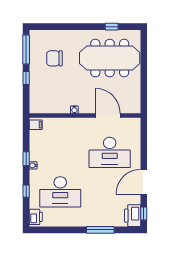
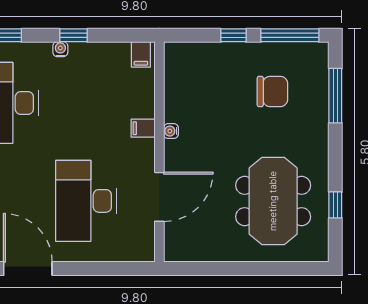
window: (57, 27) -> (335, 96), added
chair: (54, 58) -> (272, 91), turned 90
meeting table: (110, 58) -> (273, 201), width x0.73
filing cabinet: (73, 124) -> (143, 128), added

